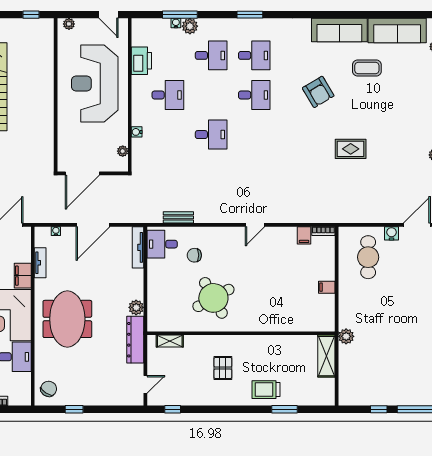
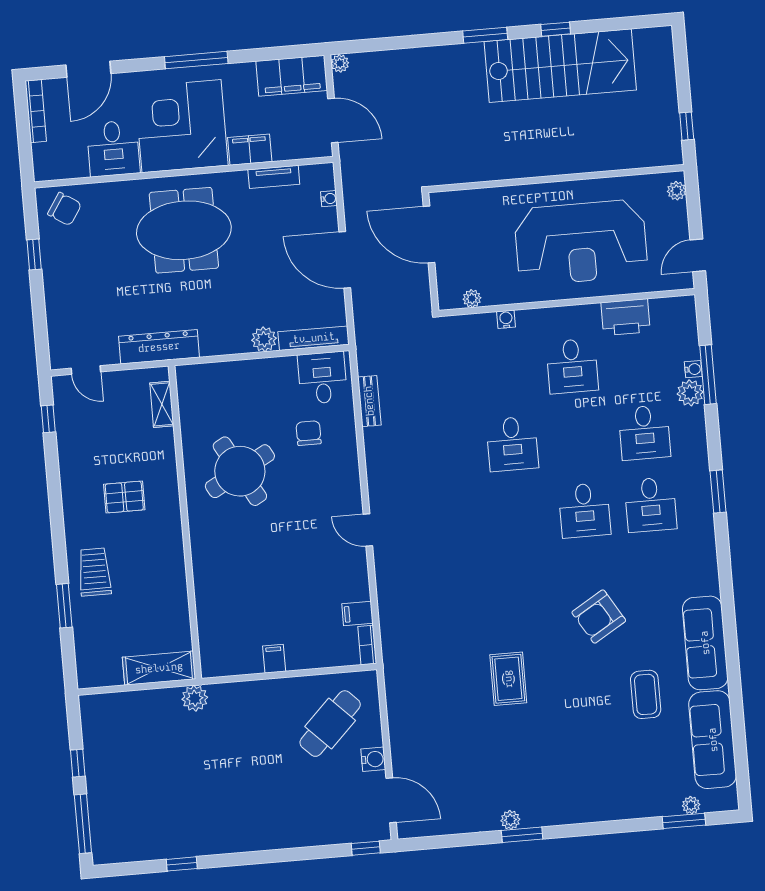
reception desk: (95, 83) -> (581, 242), turned 180
cafe table: (368, 257) -> (330, 724), turned -45
plant: (136, 307) -> (264, 339), moved

